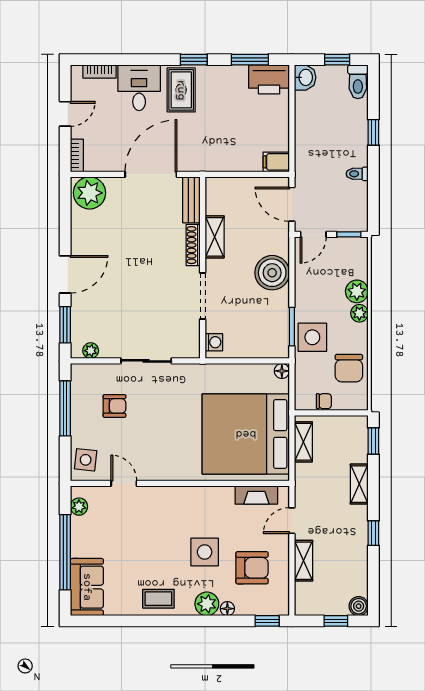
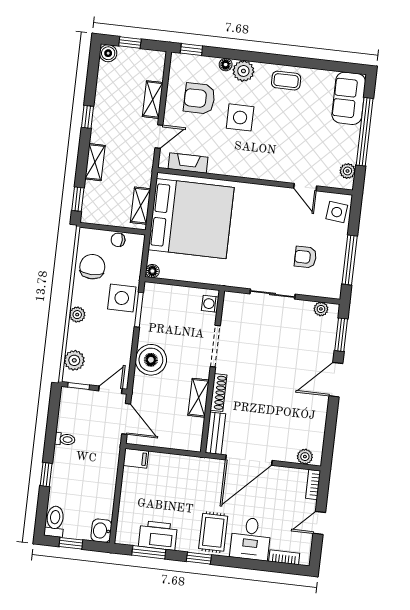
printer: (269, 79) -> (158, 535), moved
plant: (90, 193) -> (305, 457), width x0.53, depth x0.53
plant: (357, 291) -> (74, 360), moved

